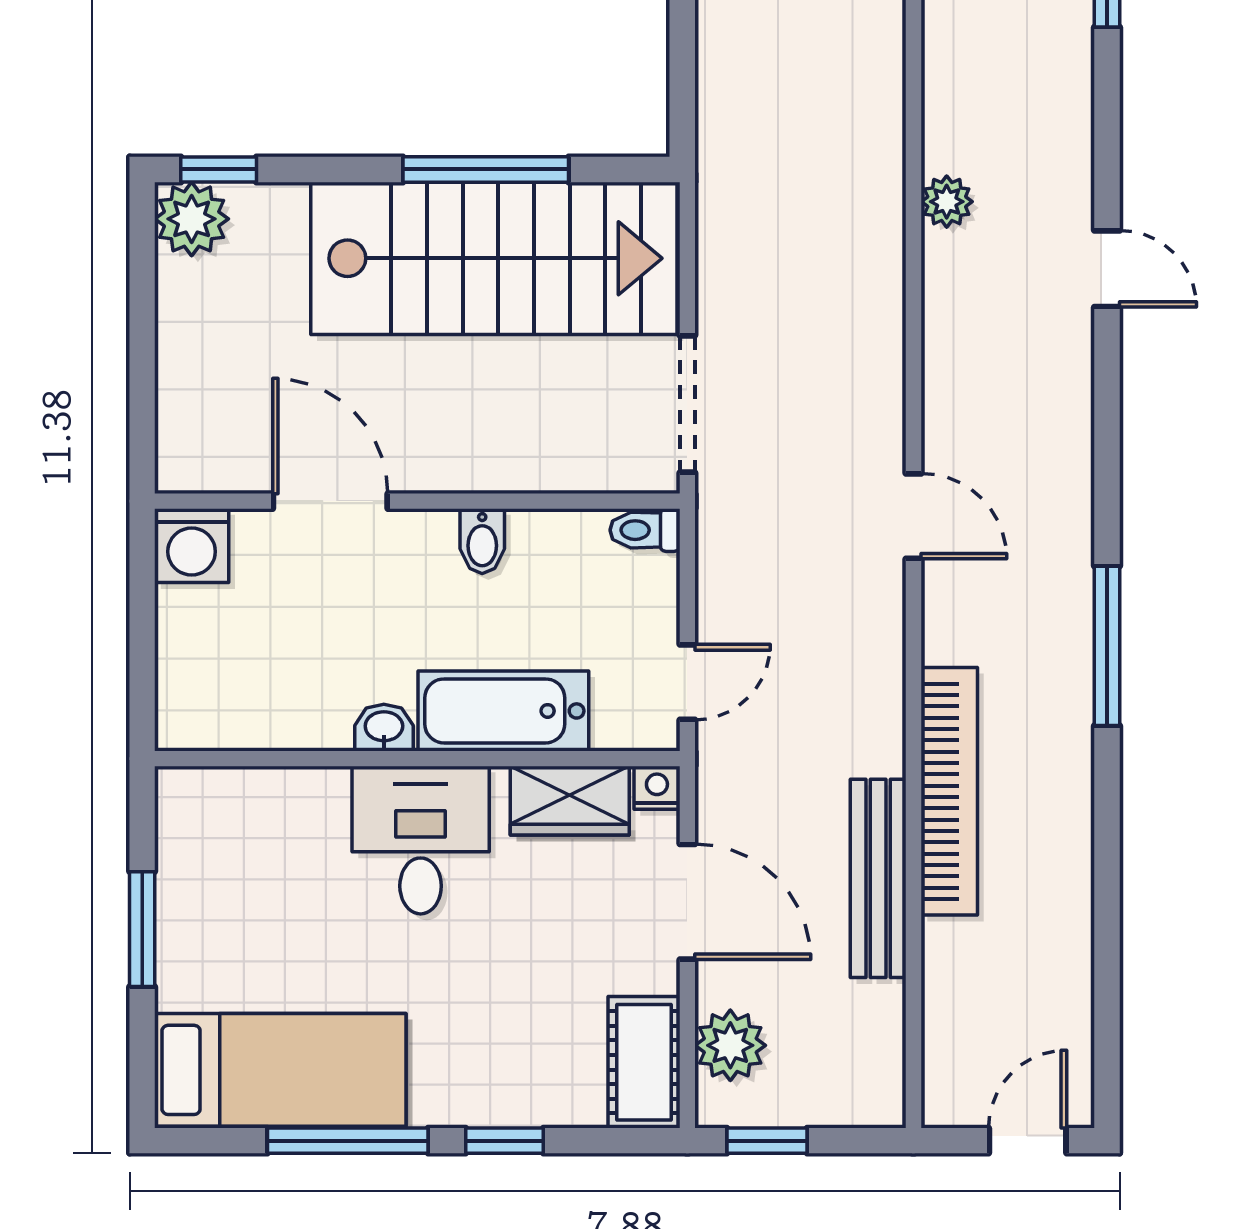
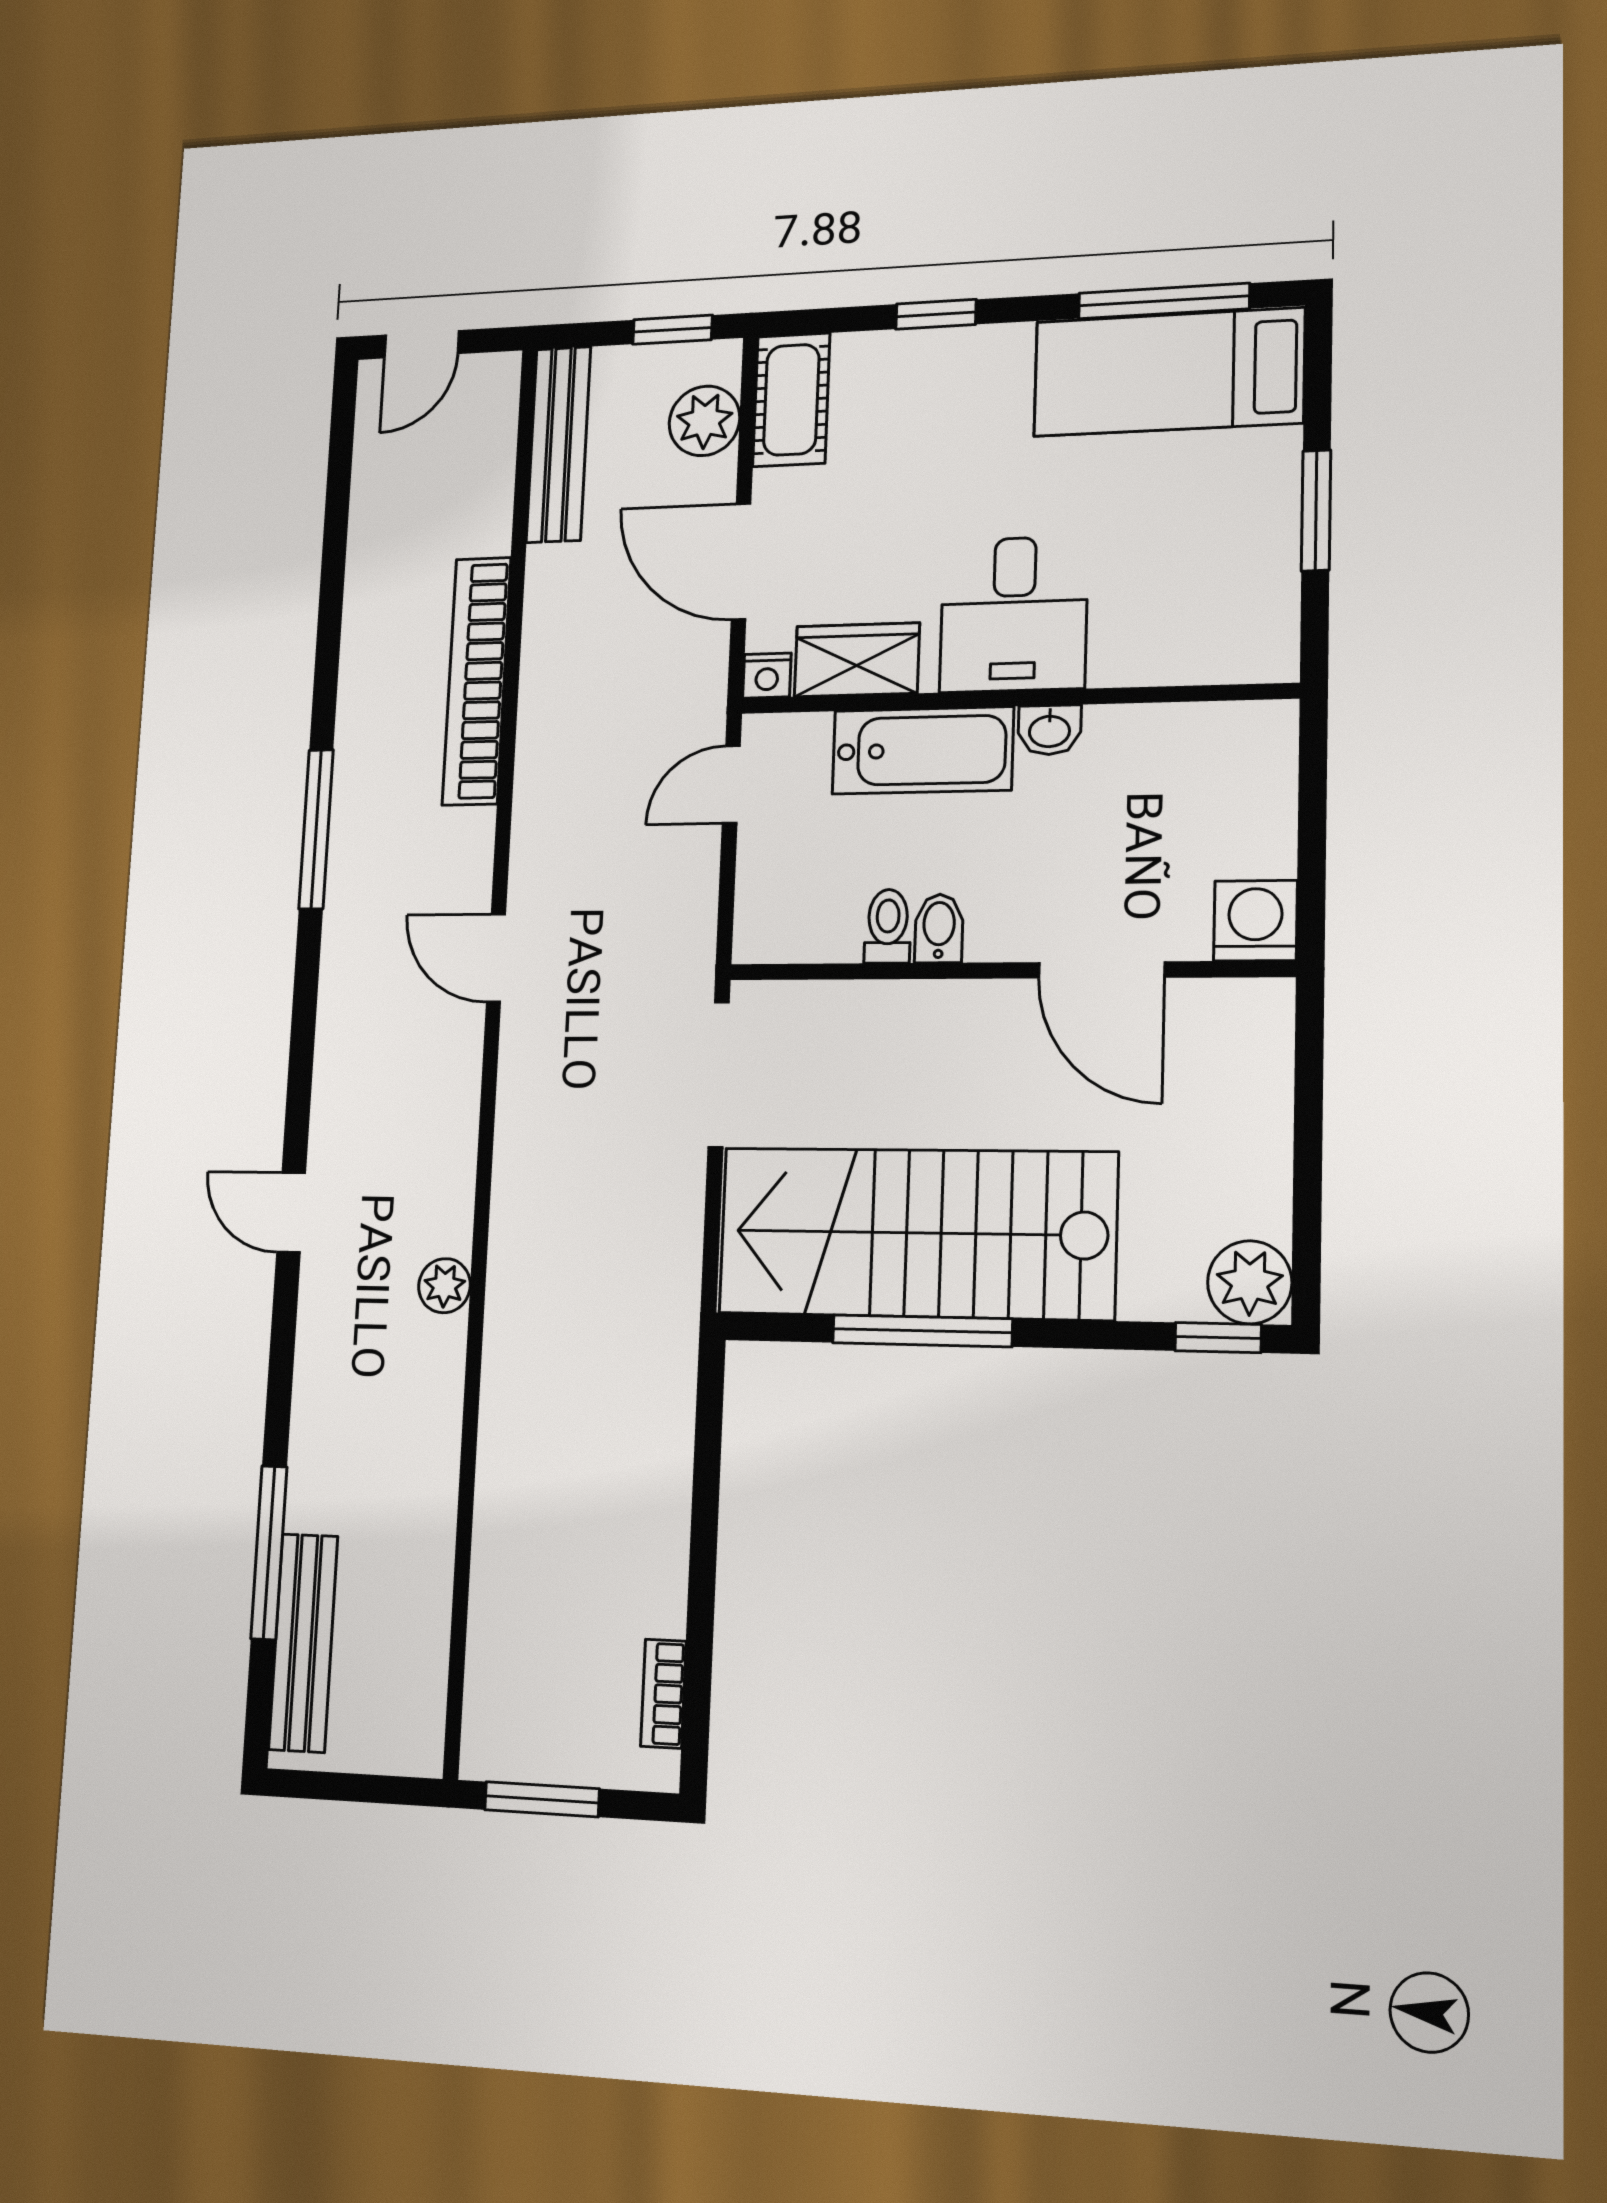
toilet: (645, 530) -> (888, 926), moved, turned -90
bench: (878, 878) -> (558, 444), moved
window: (348, 1141) -> (1164, 301), moved

